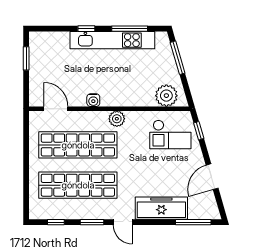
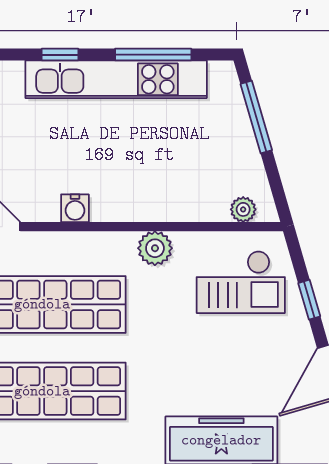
plant: (166, 96) -> (243, 209), width x0.53, depth x0.53
plant: (117, 119) -> (155, 248), moved
window: (199, 131) -> (309, 300), moved

